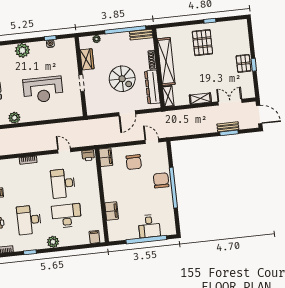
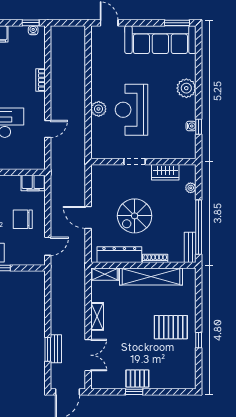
plant: (14, 118) -> (99, 109), moved
printer: (88, 155) -> (38, 160), removed

